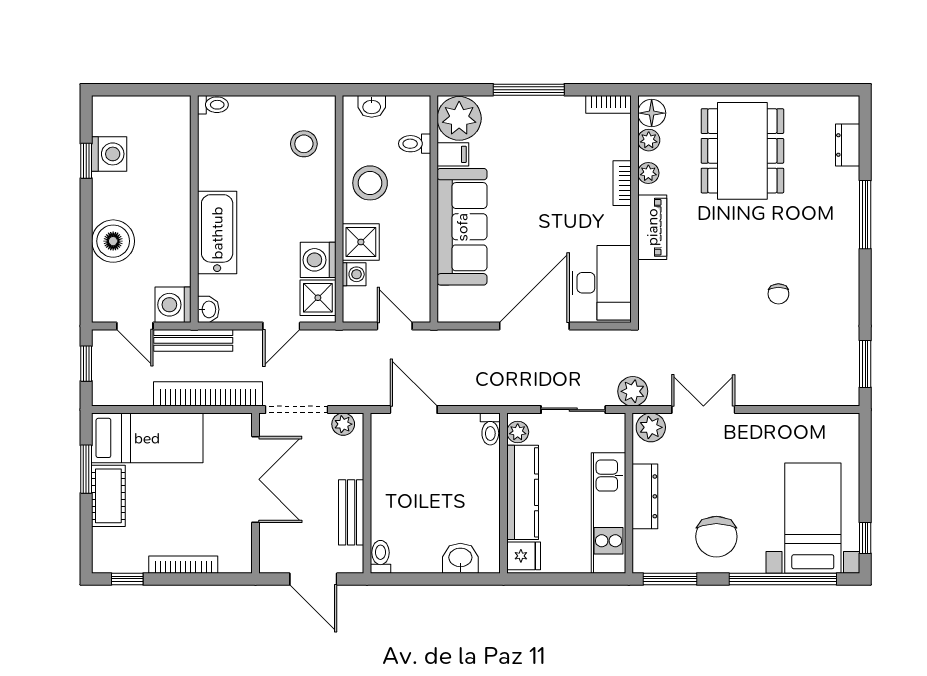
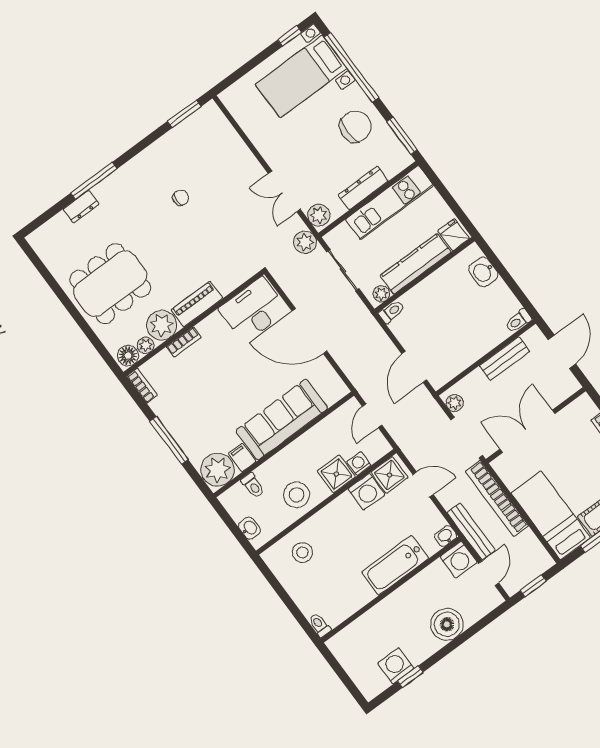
dresser: (848, 145) -> (81, 207), moved
plant: (648, 173) -> (162, 325), width x1.88, depth x1.88

